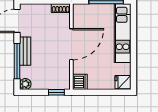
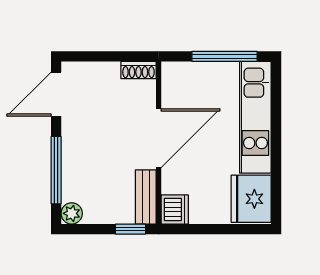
bench: (25, 51) -> (146, 197), moved
fridge: (123, 82) -> (251, 199), width x1.88, depth x1.34

